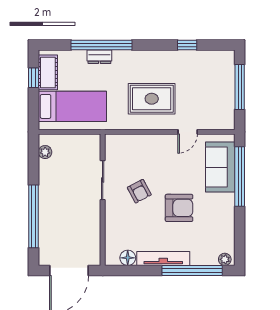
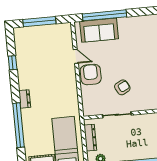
dresser: (99, 57) -> (25, 99), moved
rug: (152, 99) -> (54, 85), removed
dresser: (75, 141) -> (90, 138), added
armchair: (179, 208) -> (91, 75), moved

